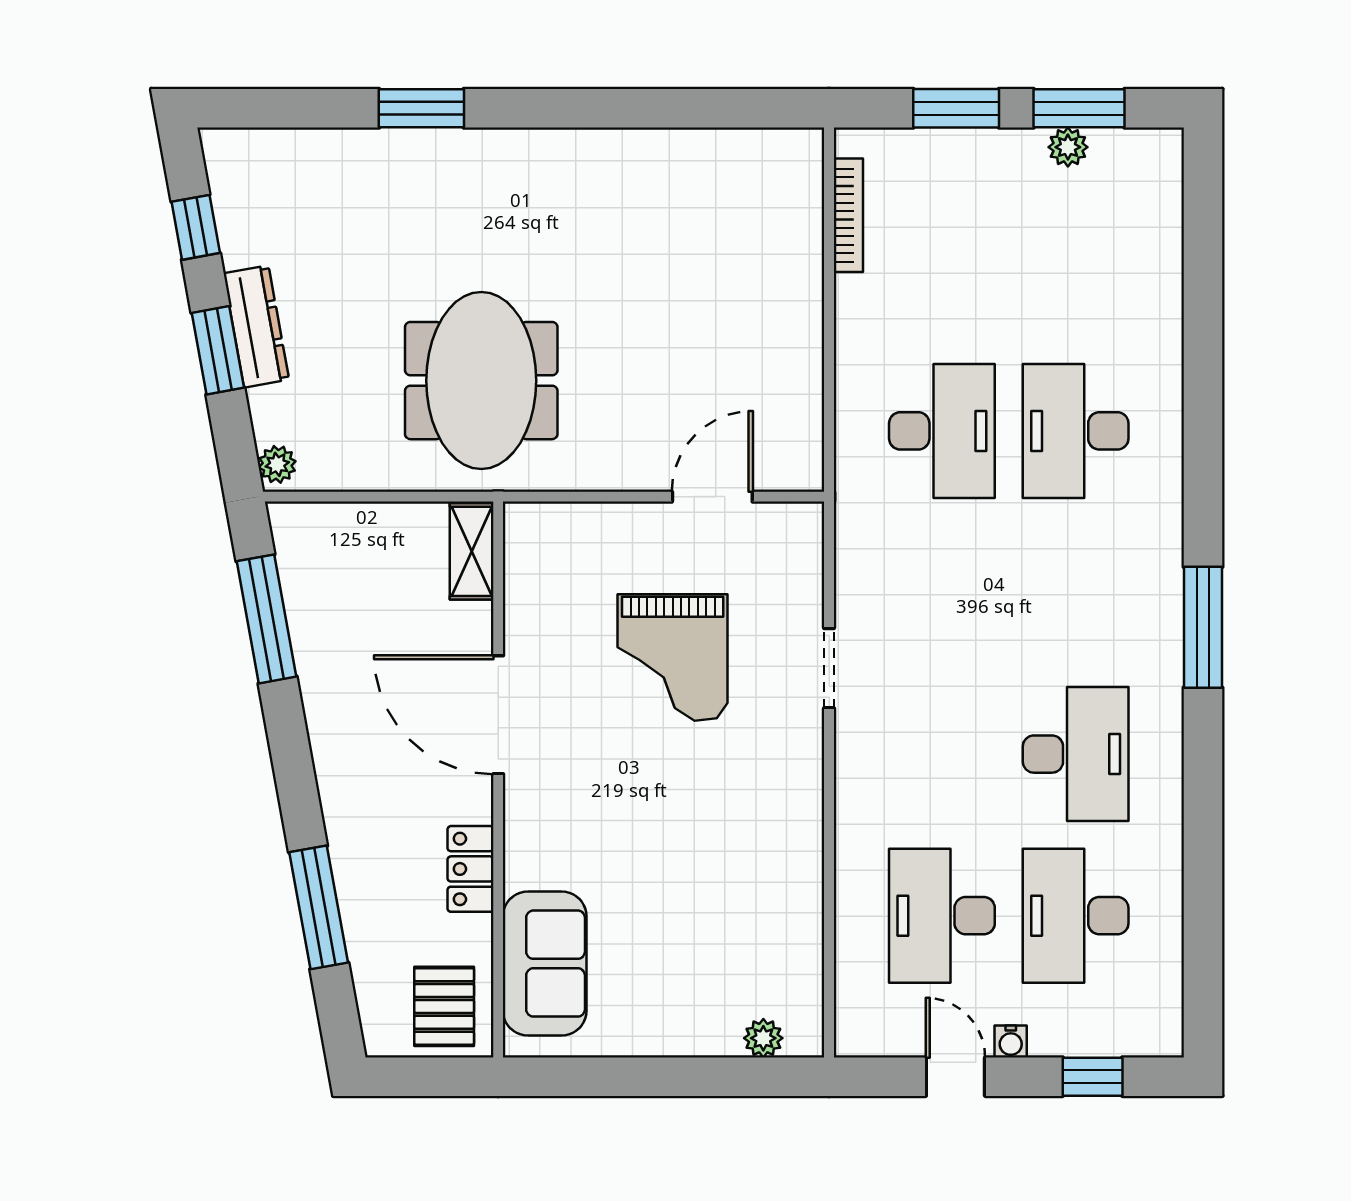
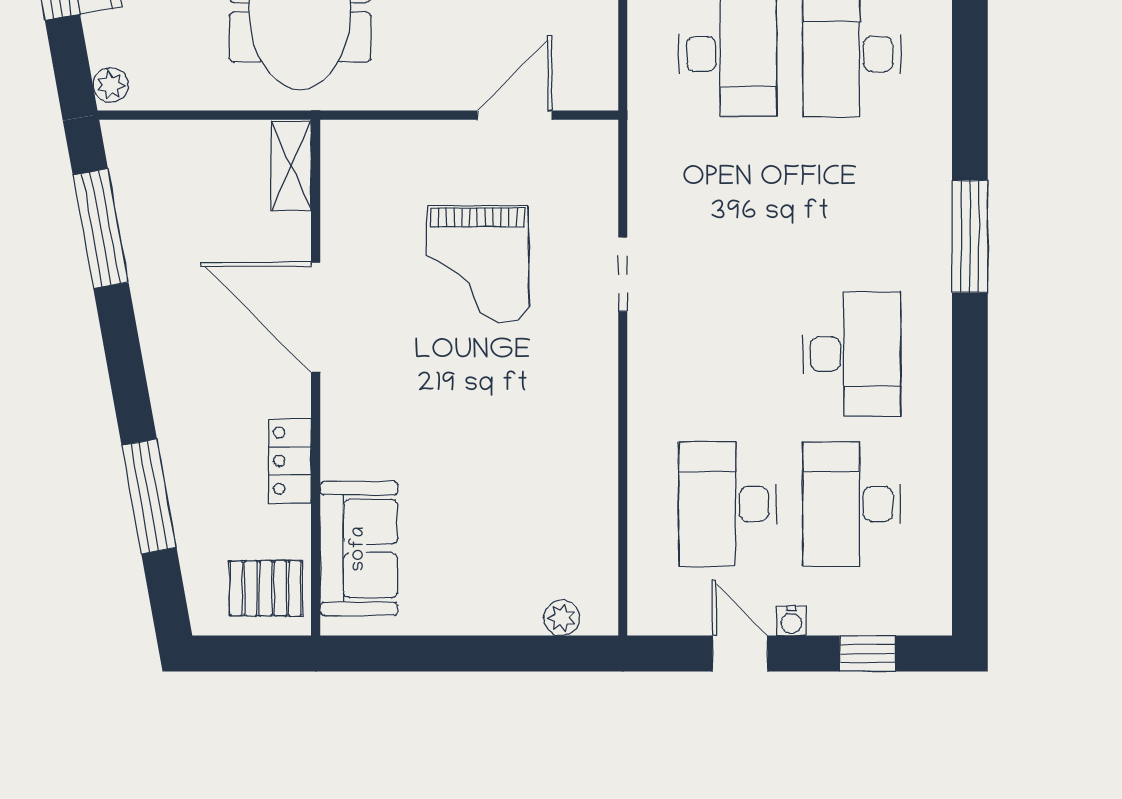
pallet: (444, 1006) -> (265, 588), turned 90

